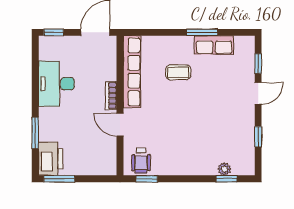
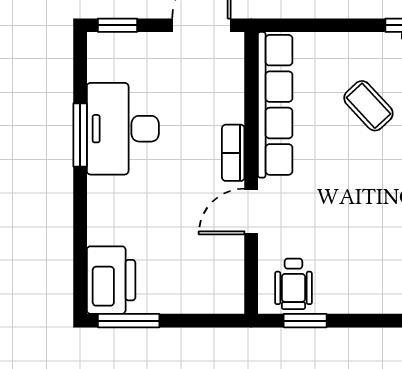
coffee table: (178, 72) -> (368, 106), turned 47
door: (120, 125) -> (251, 211), hinge flipped
window: (35, 133) -> (80, 135), moved

